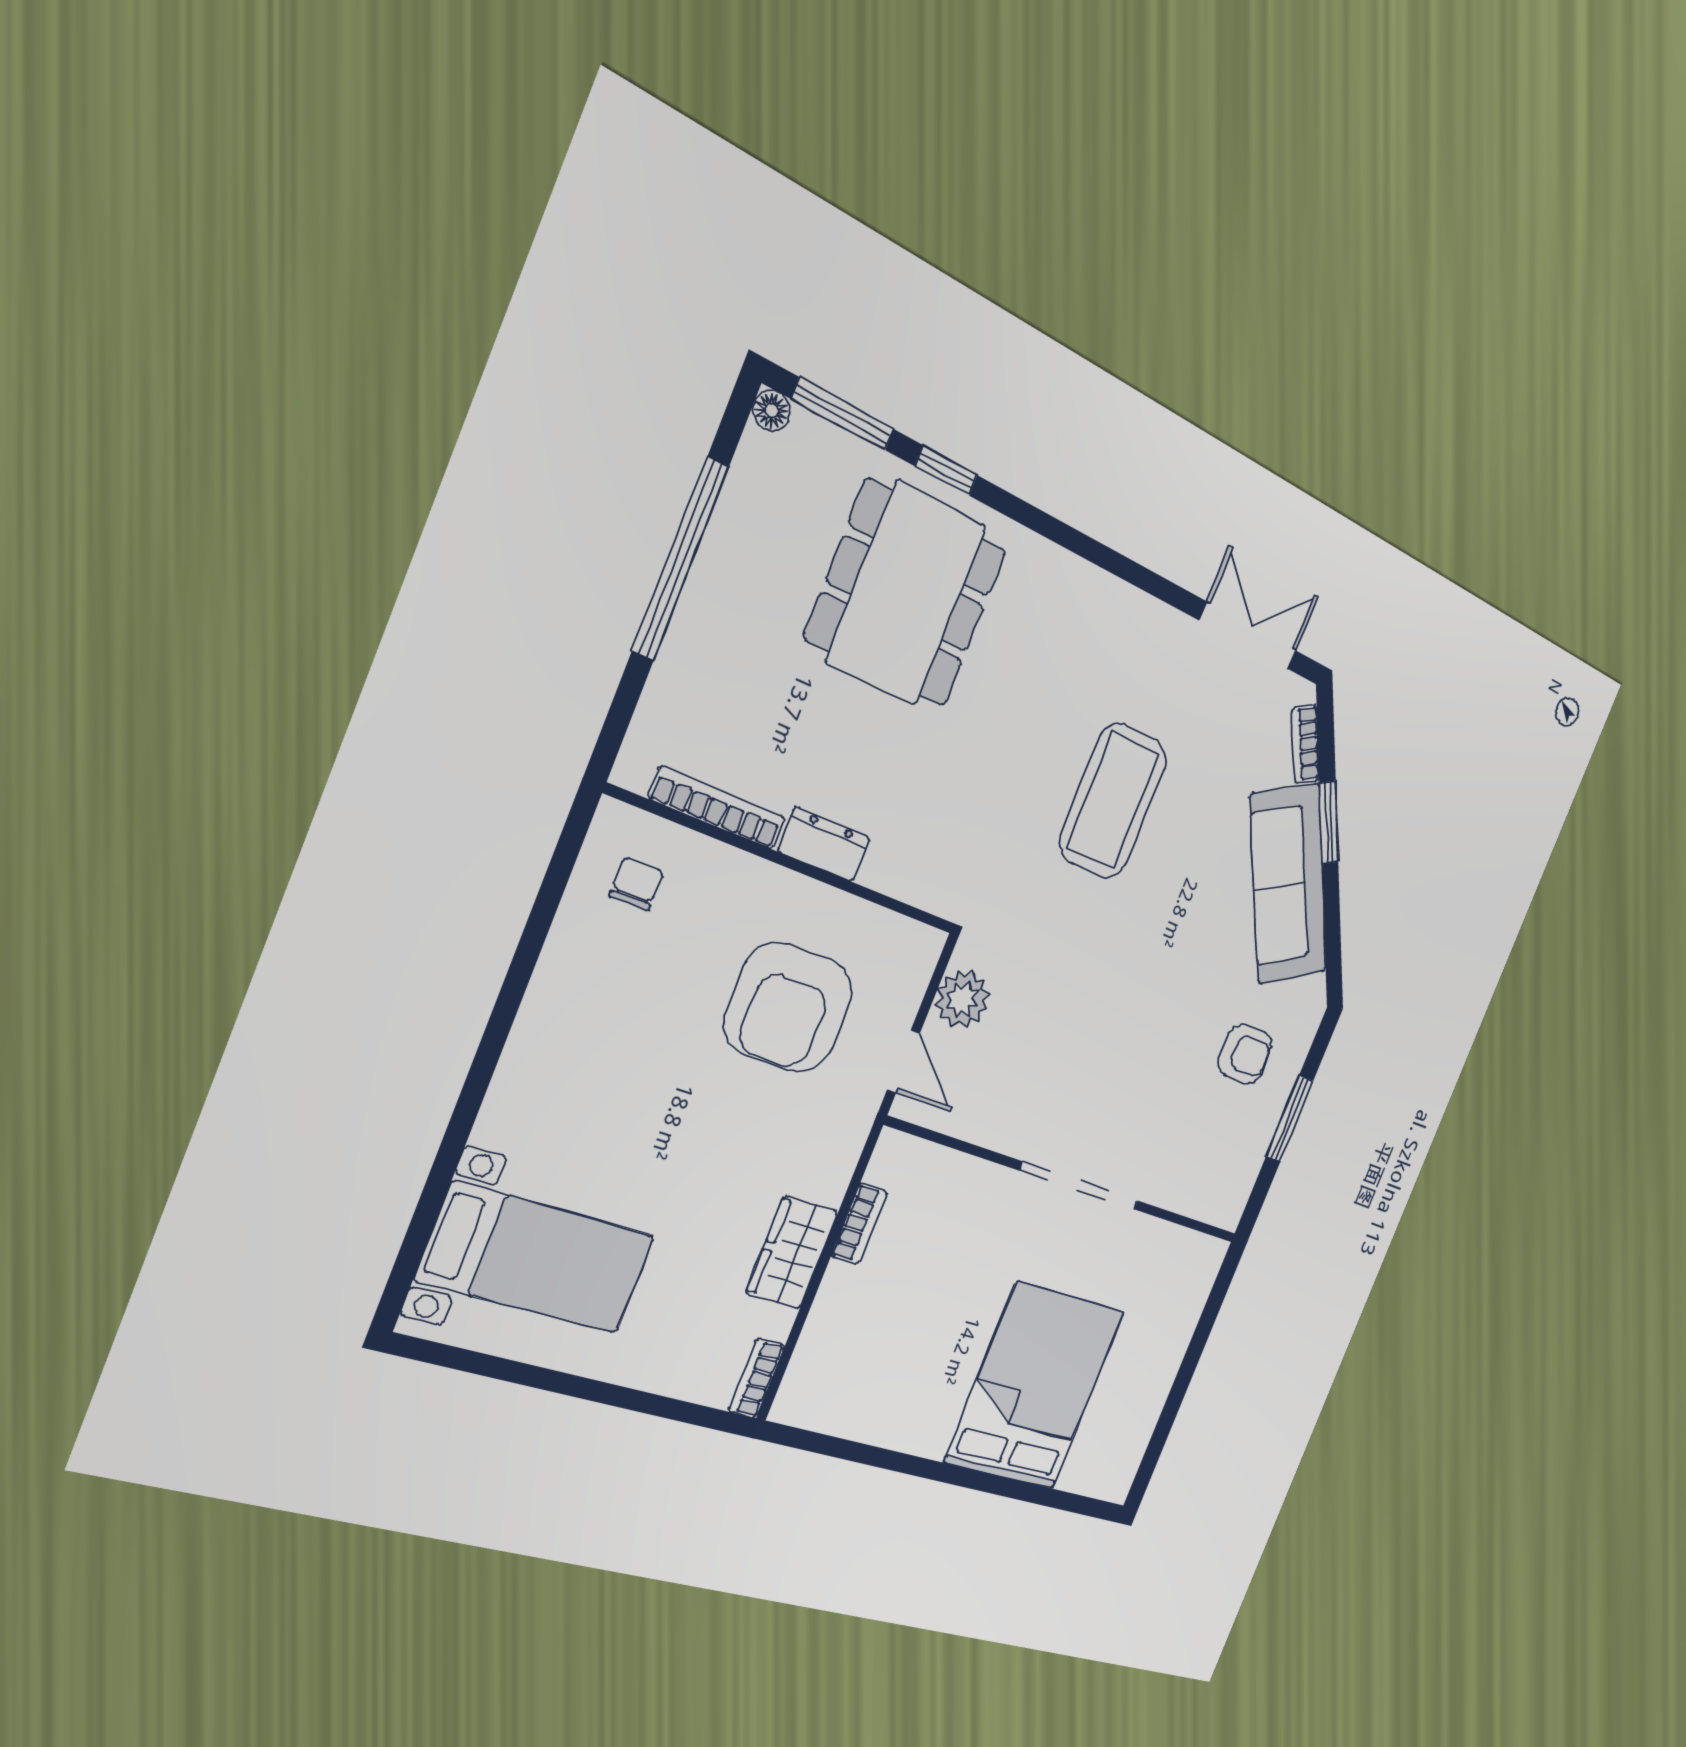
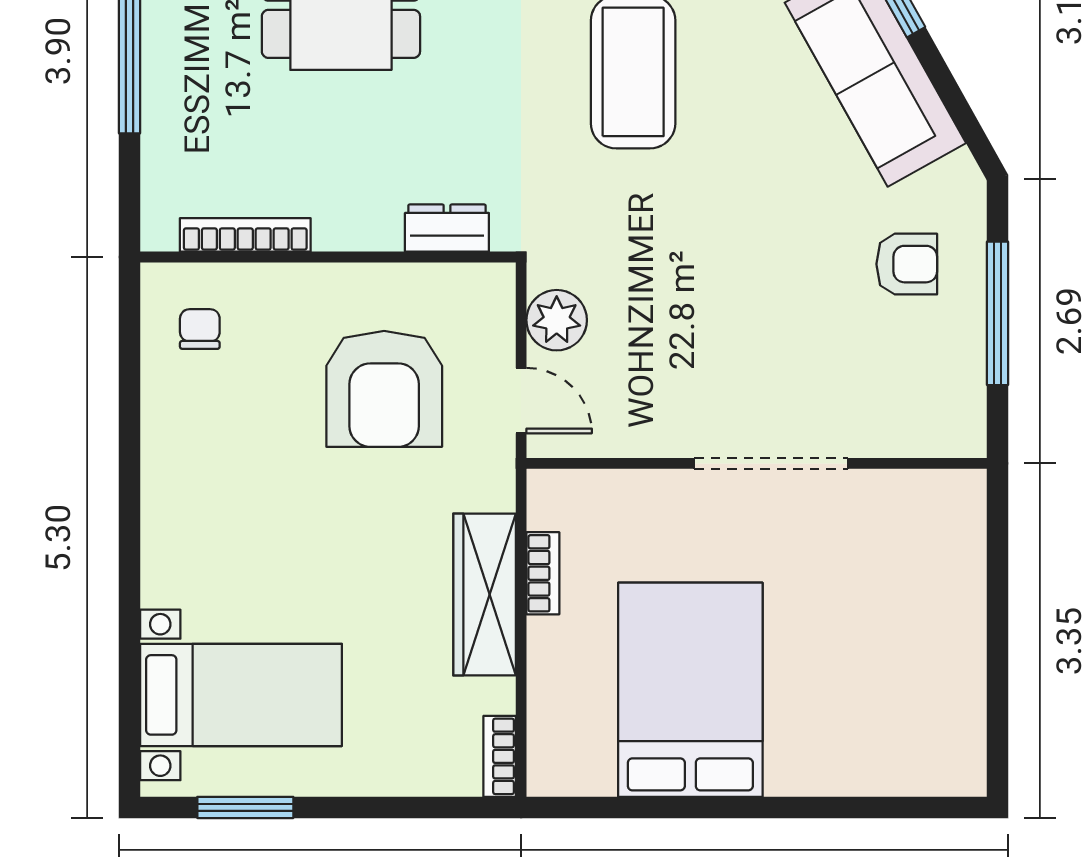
dresser: (824, 844) -> (447, 228), moved
window: (1290, 1119) -> (997, 313), width x1.44
wardrobe: (792, 1253) -> (485, 595), width x1.50
window: (498, 1368) -> (245, 807), added
bed: (1035, 1387) -> (690, 690), moved

